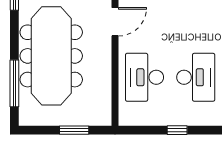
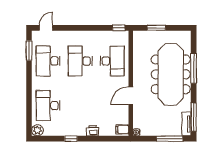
window: (14, 83) -> (194, 68), moved
window: (177, 130) -> (119, 28), moved

